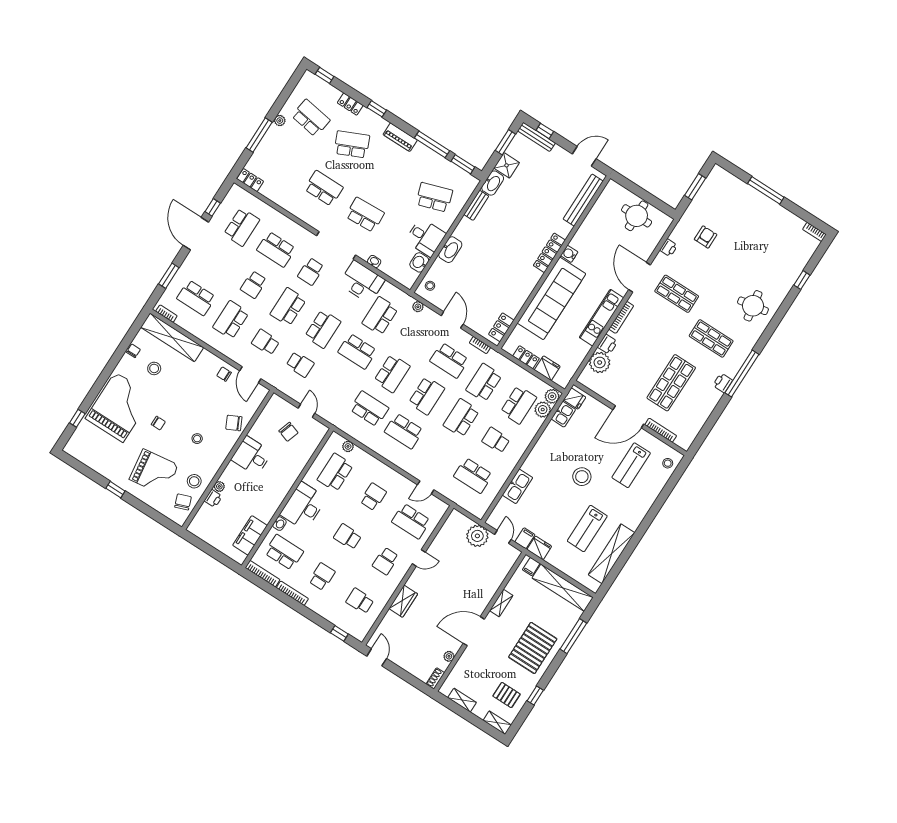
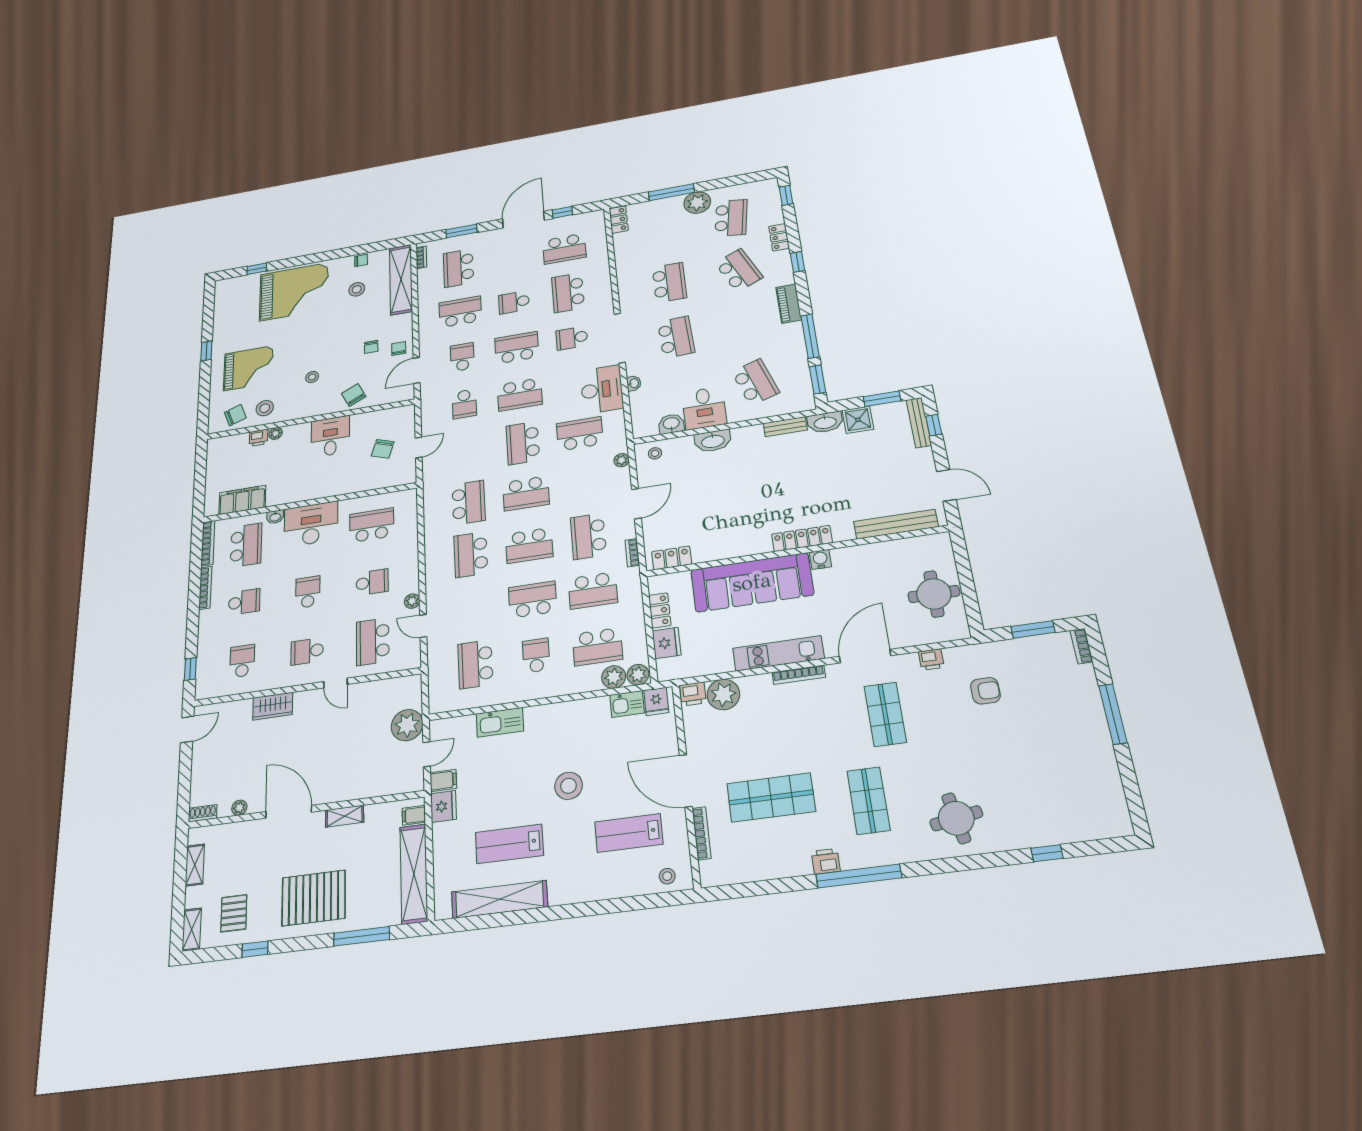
plant: (280, 121) -> (697, 203), width x1.87, depth x1.87
bookcase: (814, 232) -> (1081, 646), moved
printer: (608, 344) -> (693, 694), moved
school desk: (484, 383) -> (593, 590), turned 180
chair: (158, 423) -> (371, 347), moved
plant: (348, 446) -> (412, 601), moved
grand piano: (154, 472) -> (248, 368), turned -82

